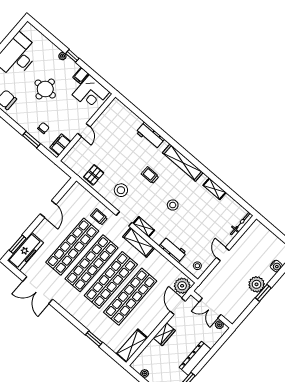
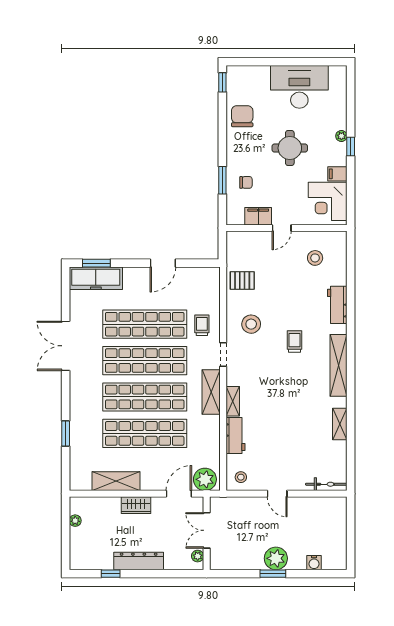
filing cabinet: (60, 145) -> (258, 216), moved
stool: (173, 205) -> (315, 258), moved
shelving: (144, 227) -> (233, 401), moved
door: (223, 254) -> (277, 494), swing flipped
double door: (38, 290) -> (66, 346), moved
shelving: (132, 346) -> (116, 481), moved

